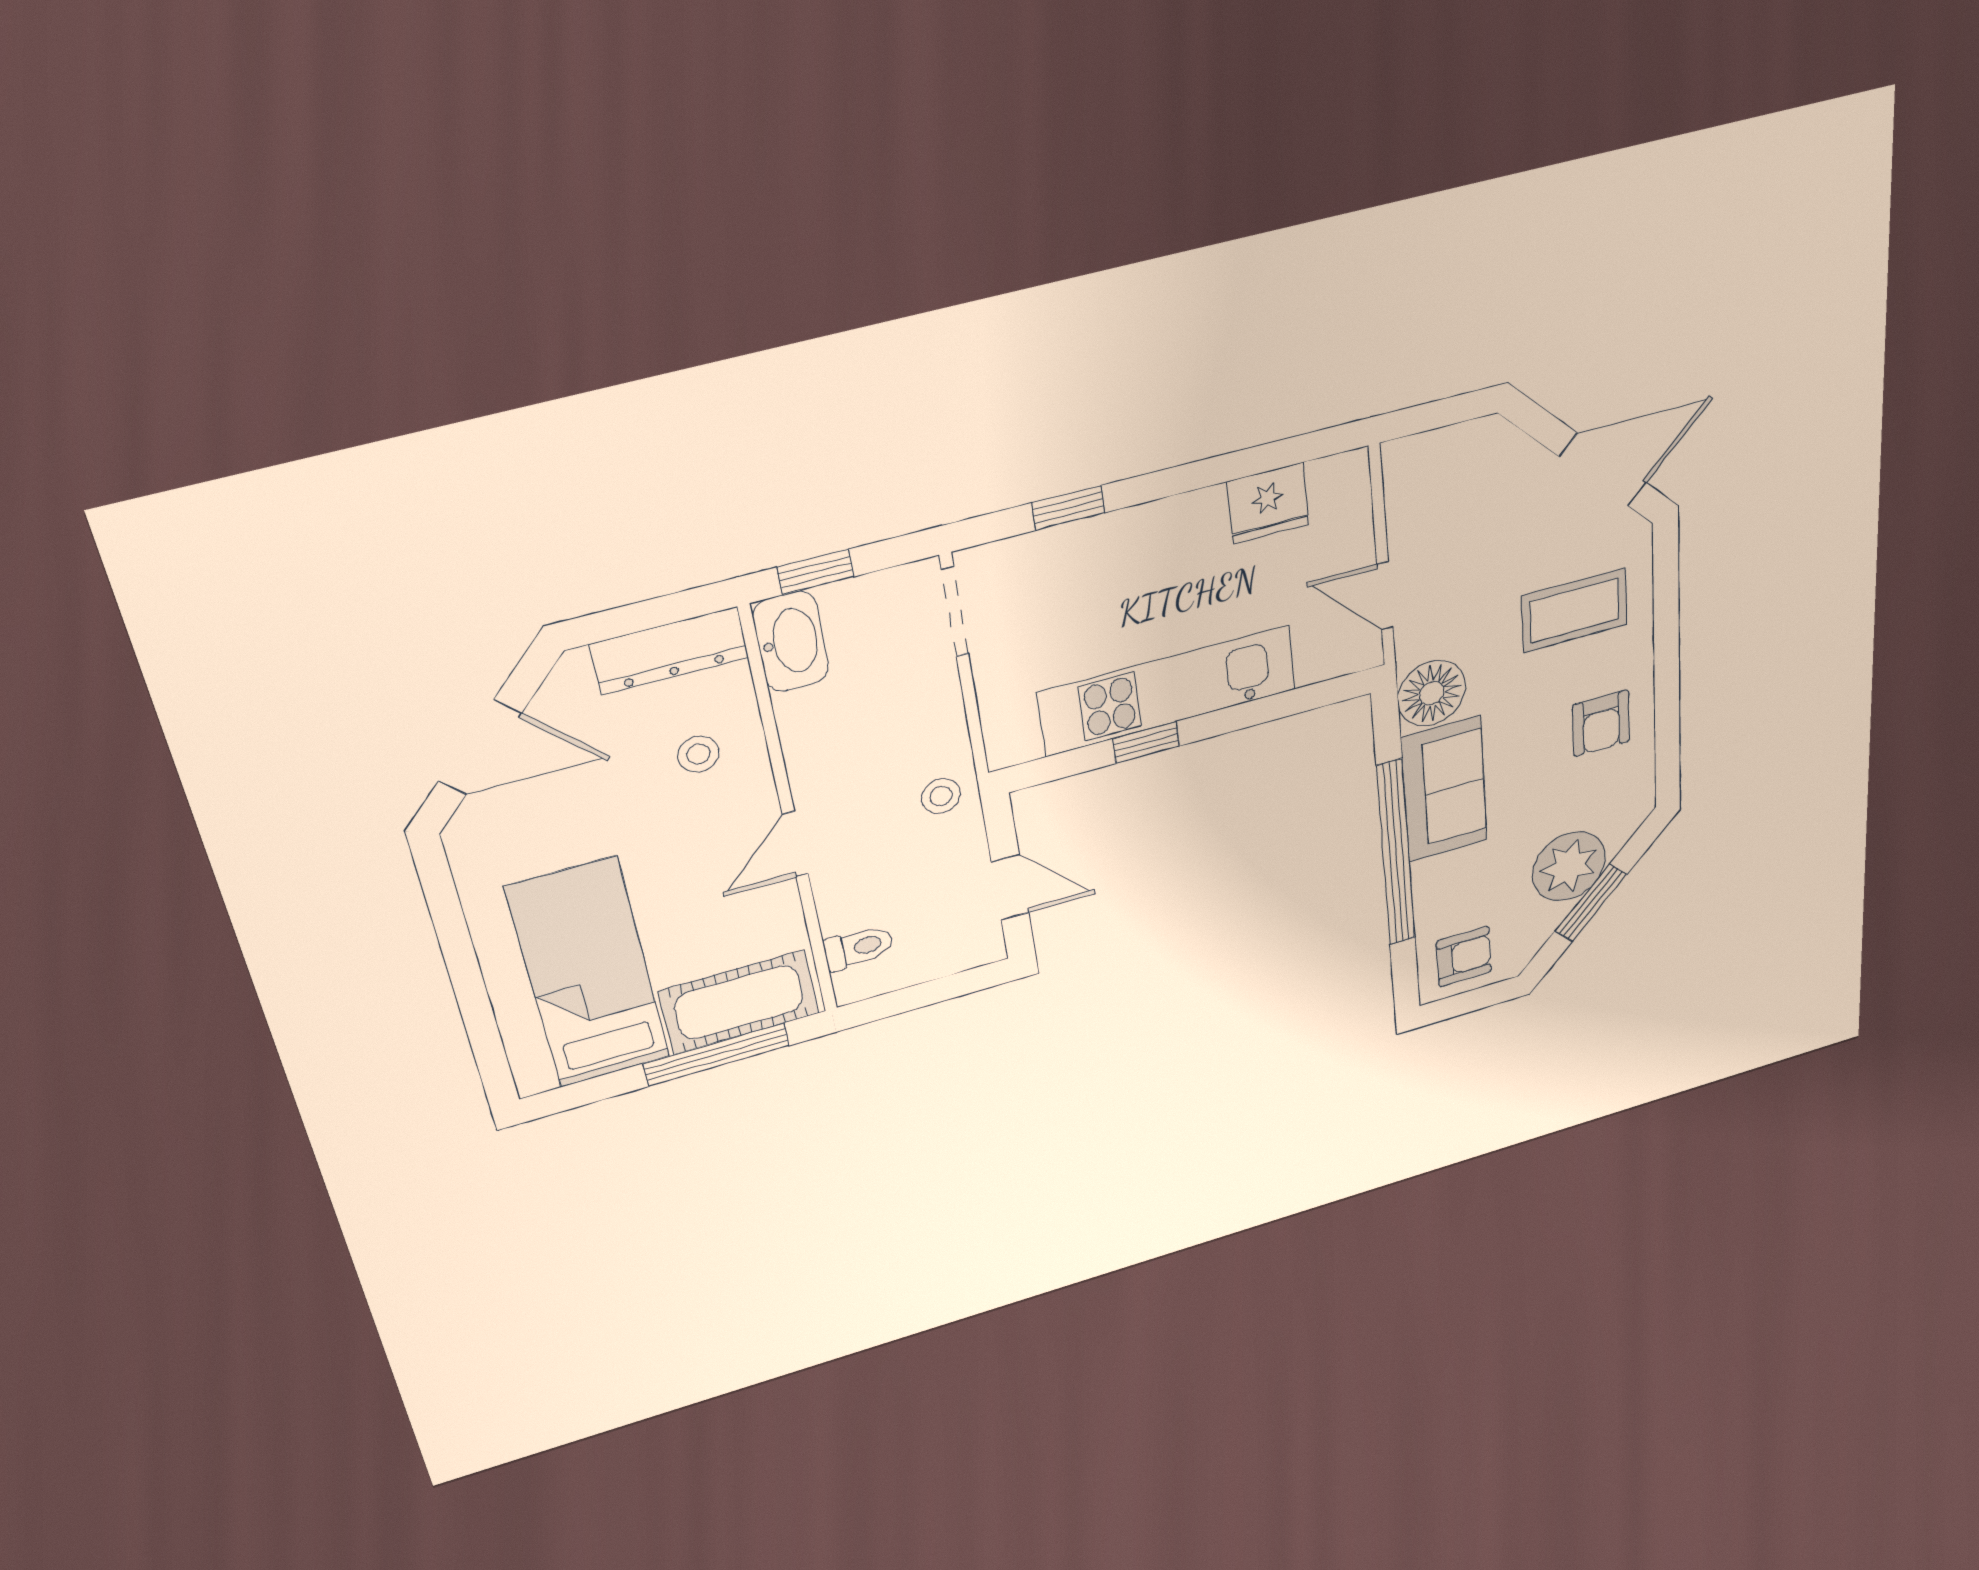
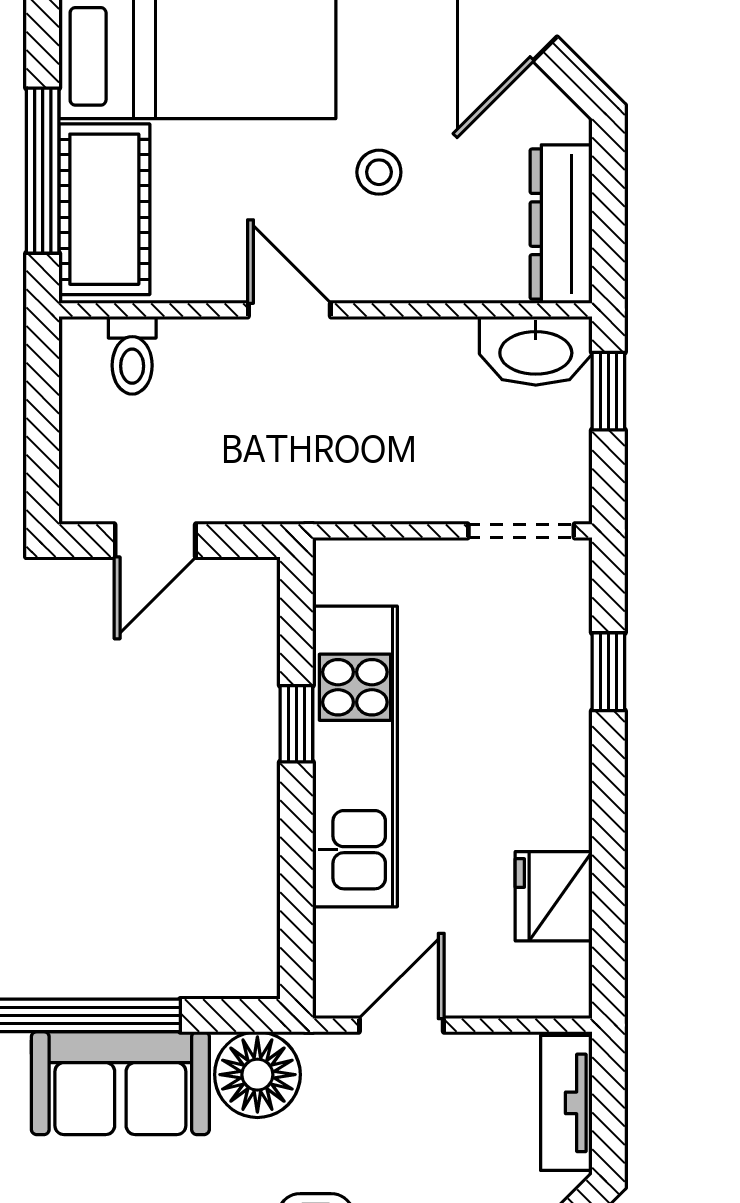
tv unit: (1440, 449) -> (566, 1103), added
stool: (698, 754) -> (379, 172), moved
stool: (941, 796) -> (299, 480), removed

